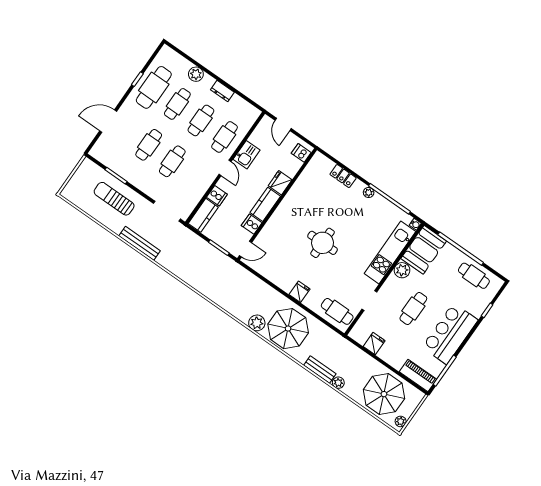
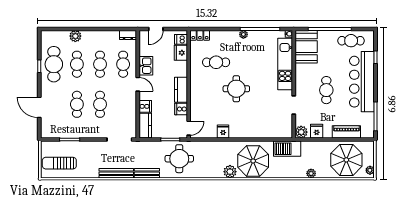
dresser: (222, 91) -> (128, 35), moved
door: (108, 121) -> (39, 107), hinge flipped
door: (283, 124) -> (156, 29), hinge flipped
locker: (343, 176) -> (200, 35), moved
fridge: (280, 183) -> (181, 53), moved
sun lounger: (114, 199) -> (59, 163), moved
plant: (402, 270) -> (301, 132), moved
round table: (214, 273) -> (179, 159), added
fridge: (299, 292) -> (223, 132), moved
cafe table: (337, 311) -> (216, 62), moved
bar counter: (450, 334) -> (362, 82), width x1.36
barbecue: (331, 340) -> (287, 149), added
bench: (320, 370) -> (147, 173), moved
piano: (418, 375) -> (346, 132), moved

